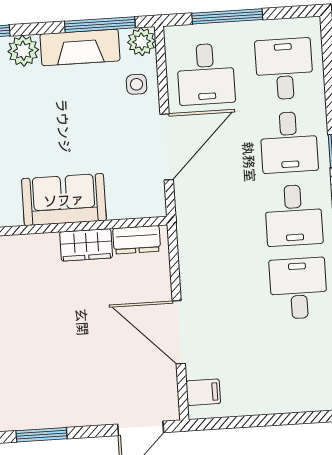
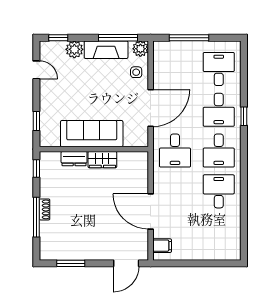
desk: (206, 74) -> (175, 151), moved
sofa: (64, 200) -> (92, 134), width x1.36
dresser: (137, 240) -> (74, 159), moved

